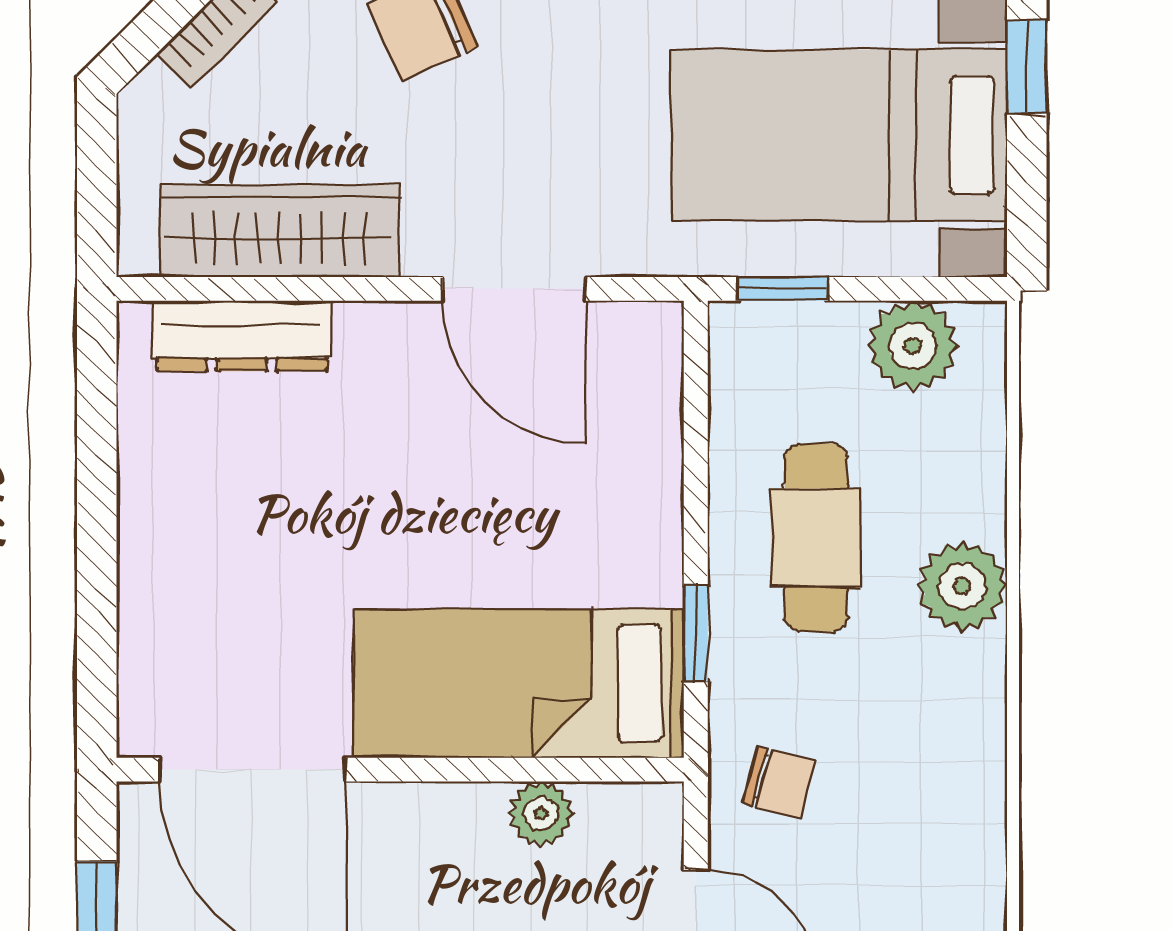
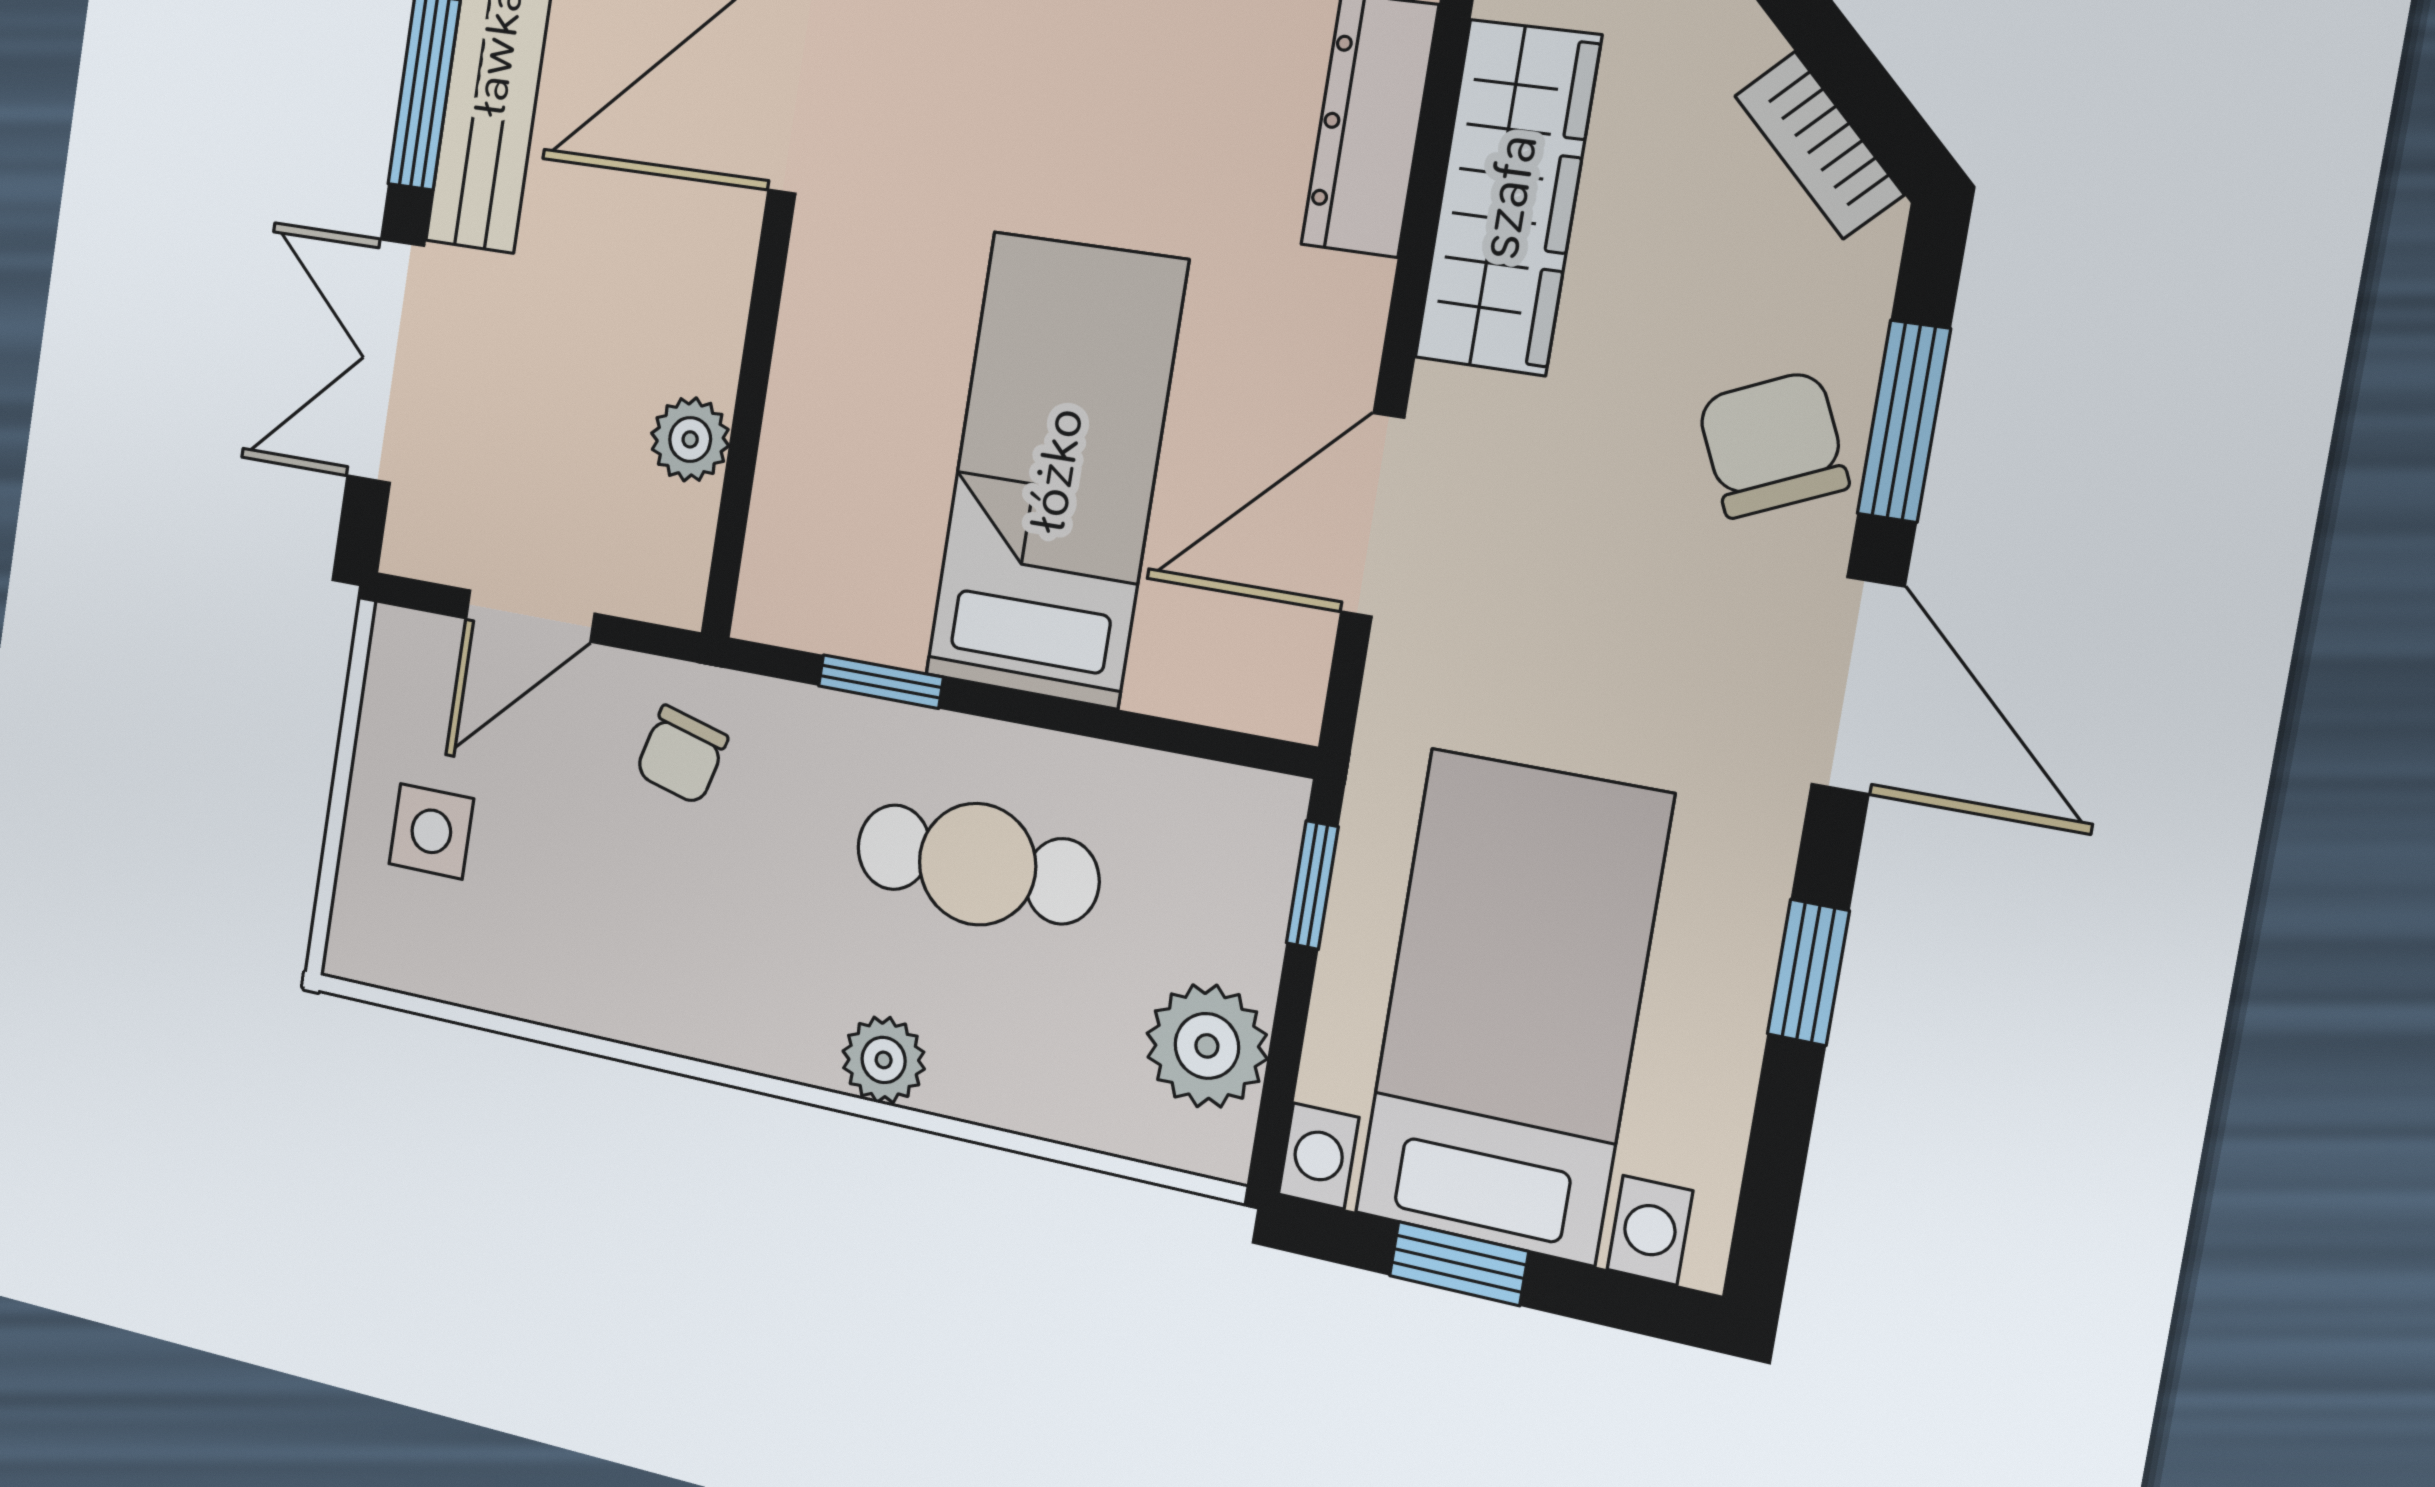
window: (1027, 67) -> (1459, 1264), moved
plant: (962, 586) -> (884, 1060), width x0.73, depth x0.73
bed: (519, 683) -> (1056, 470), moved

